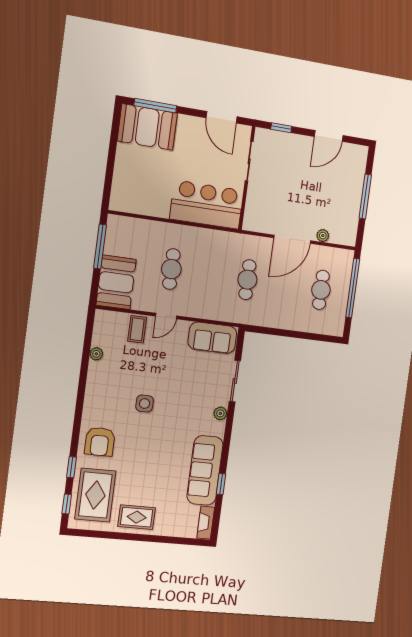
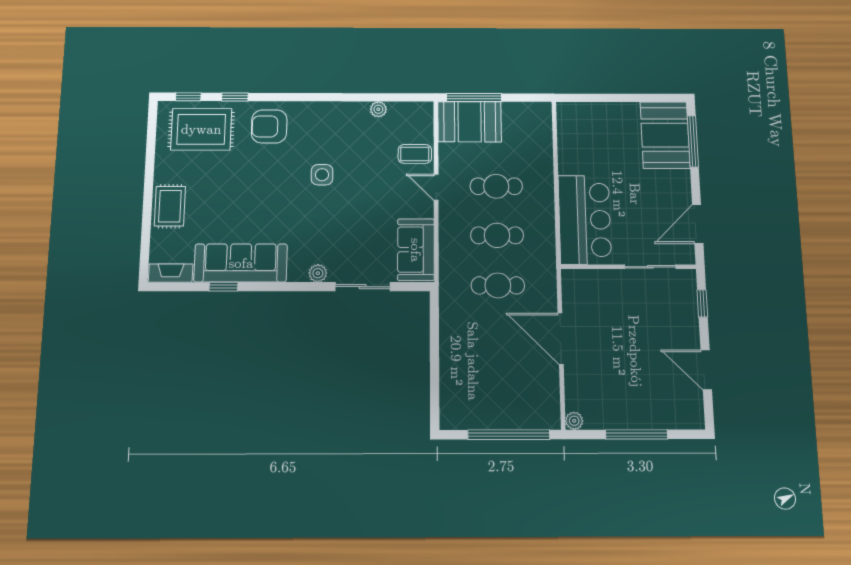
plant: (323, 236) -> (574, 421), moved
window: (100, 247) -> (474, 98), moved
cafe table: (321, 290) -> (497, 235), moved
rug: (137, 517) -> (170, 206), moved

